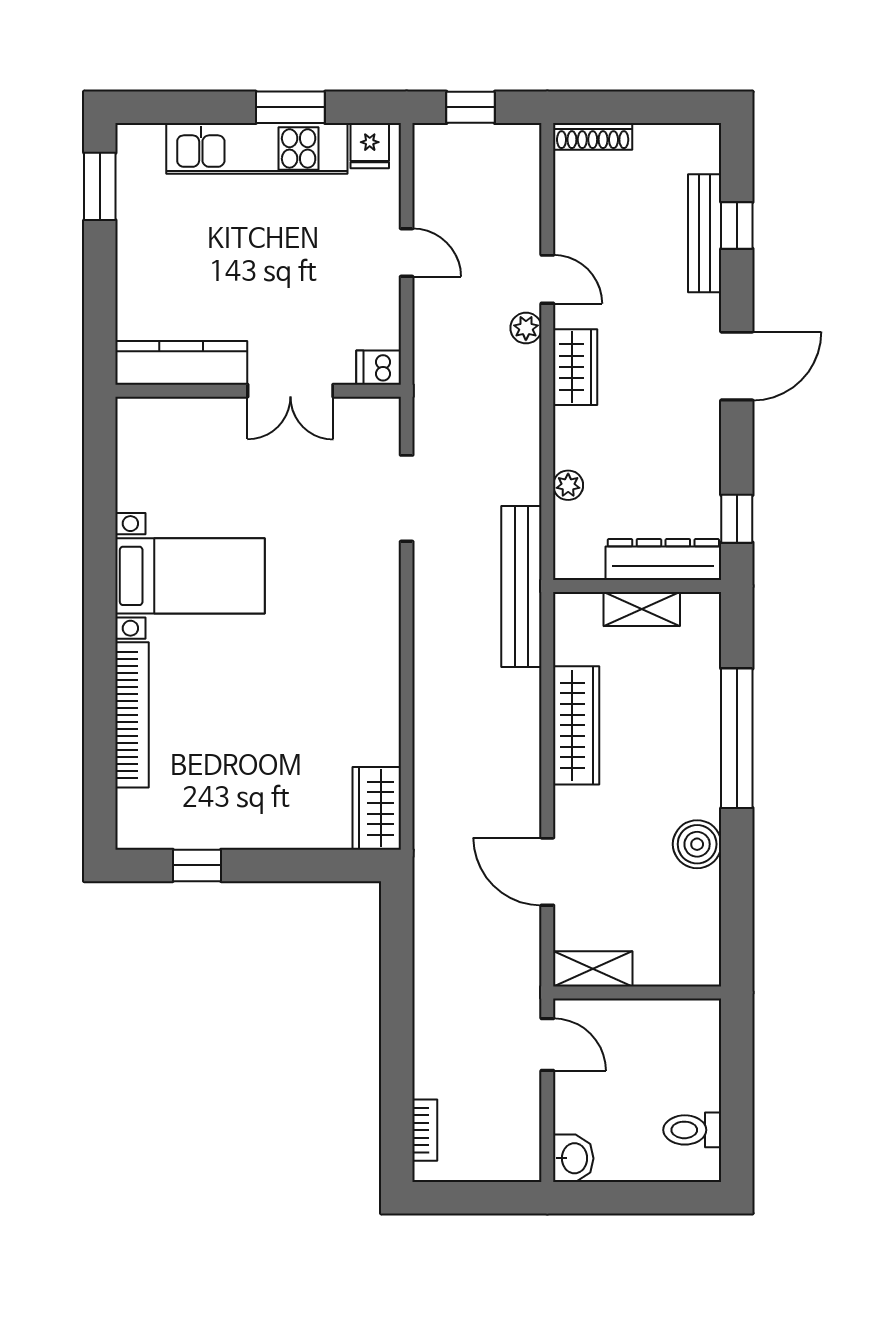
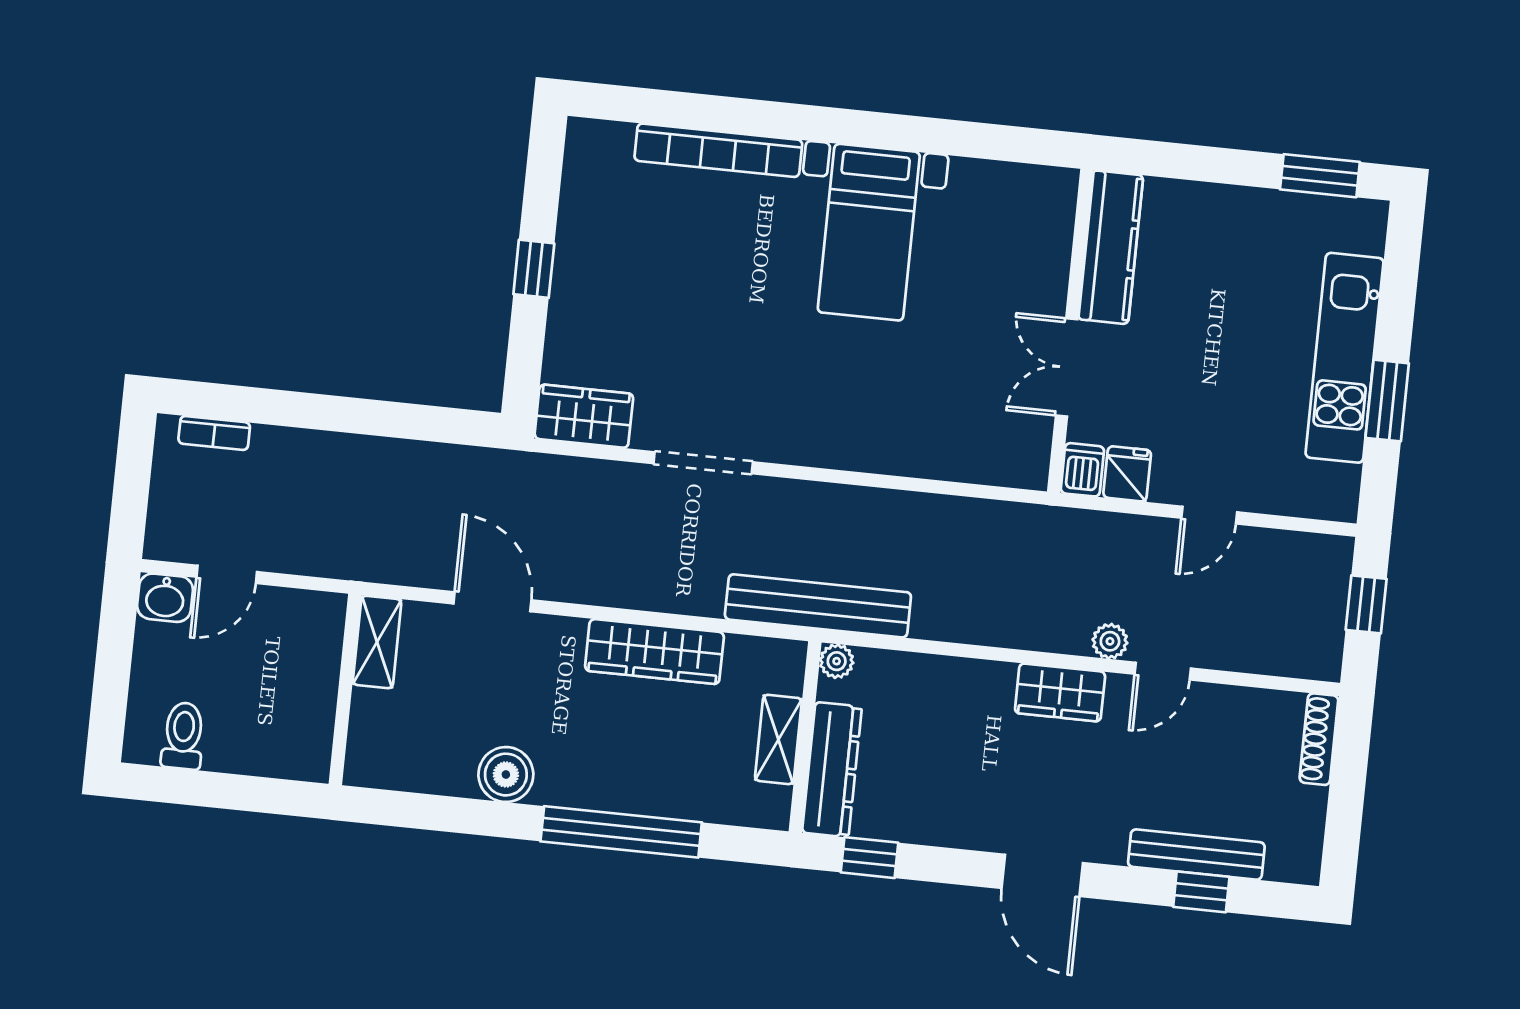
fridge: (370, 146) -> (1127, 474), moved, turned 90
plant: (568, 485) -> (837, 661), moved
doorway: (407, 498) -> (703, 463), moved
window: (197, 865) -> (534, 269), moved
door: (547, 872) -> (492, 602), hinge flipped
door: (547, 1045) -> (227, 574), moved

